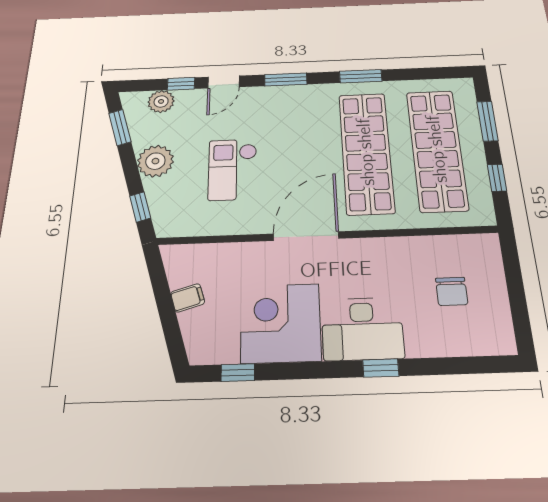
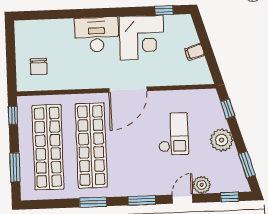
window: (181, 84) -> (230, 197), moved
plant: (161, 101) -> (202, 185), moved
window: (497, 178) -> (13, 115), moved
chair: (452, 291) -> (39, 67), moved, turned 180
window: (381, 368) -> (87, 13), removed

